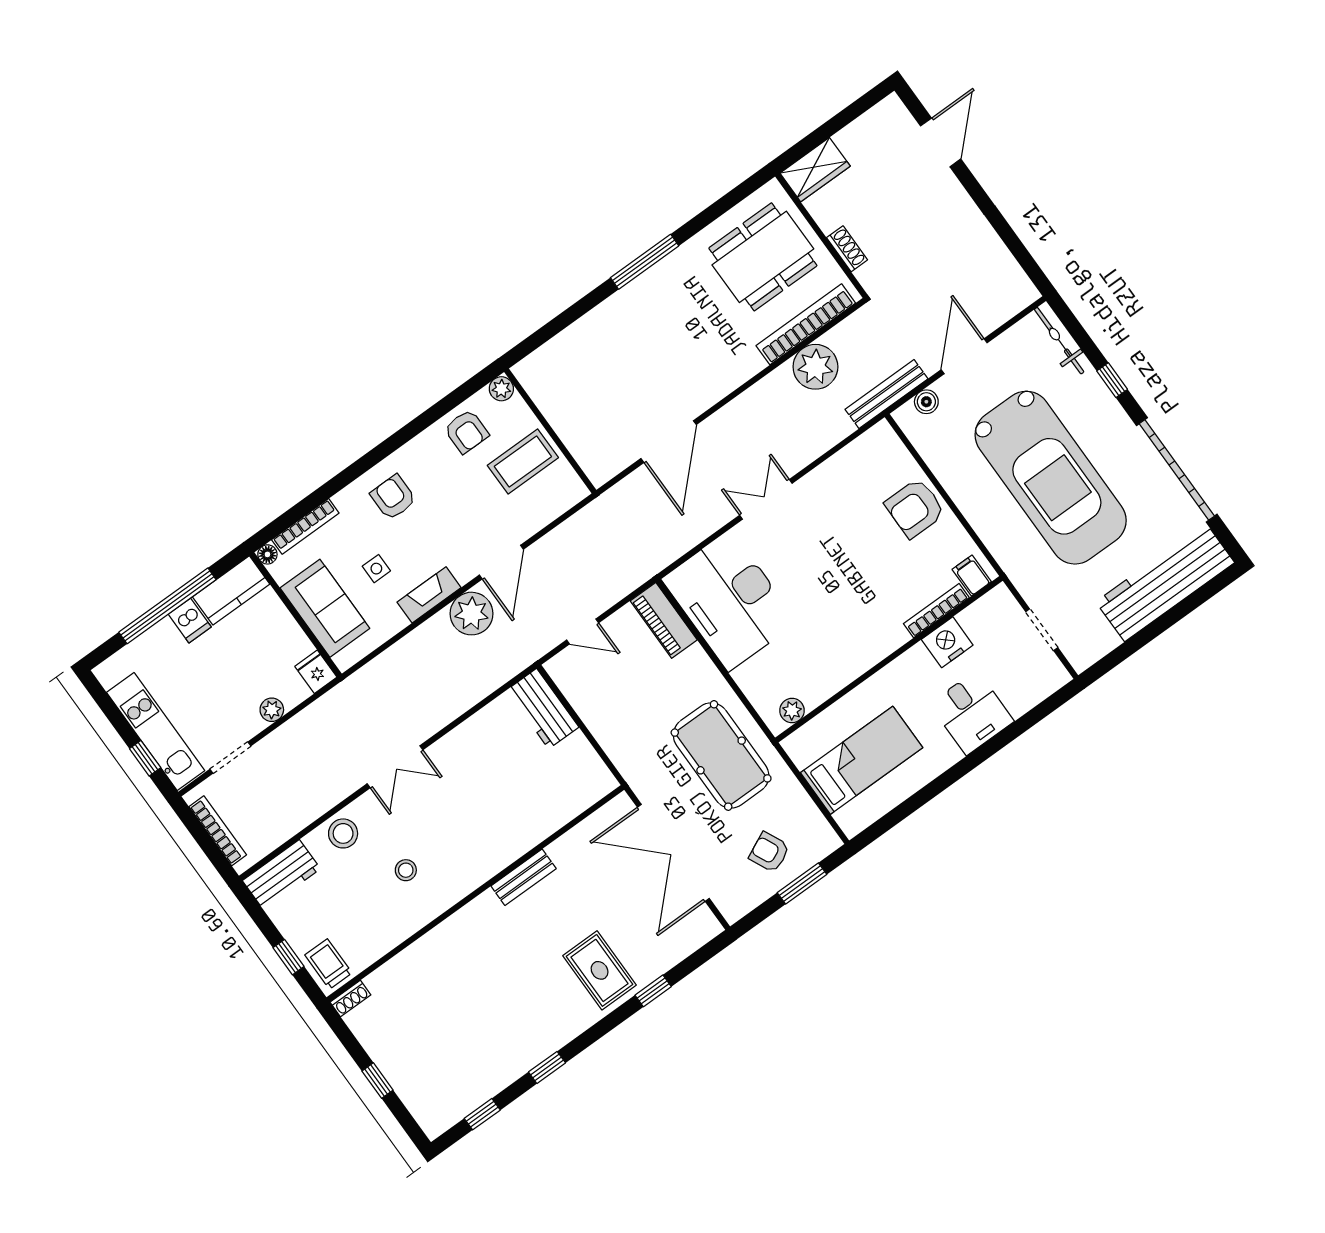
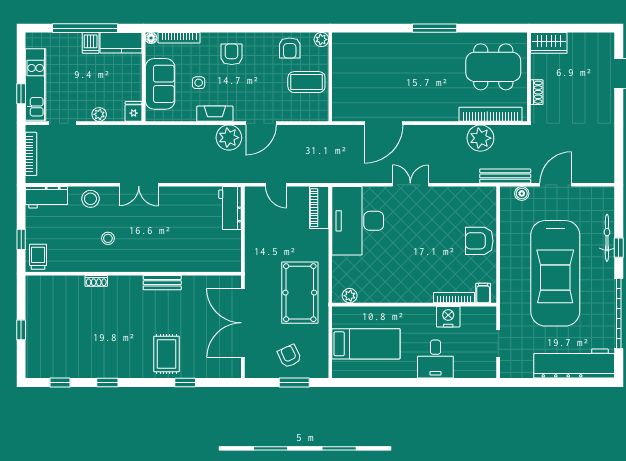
bicycle: (1059, 341) -> (607, 238), moved
shoe rack: (350, 998) -> (96, 281), moved

